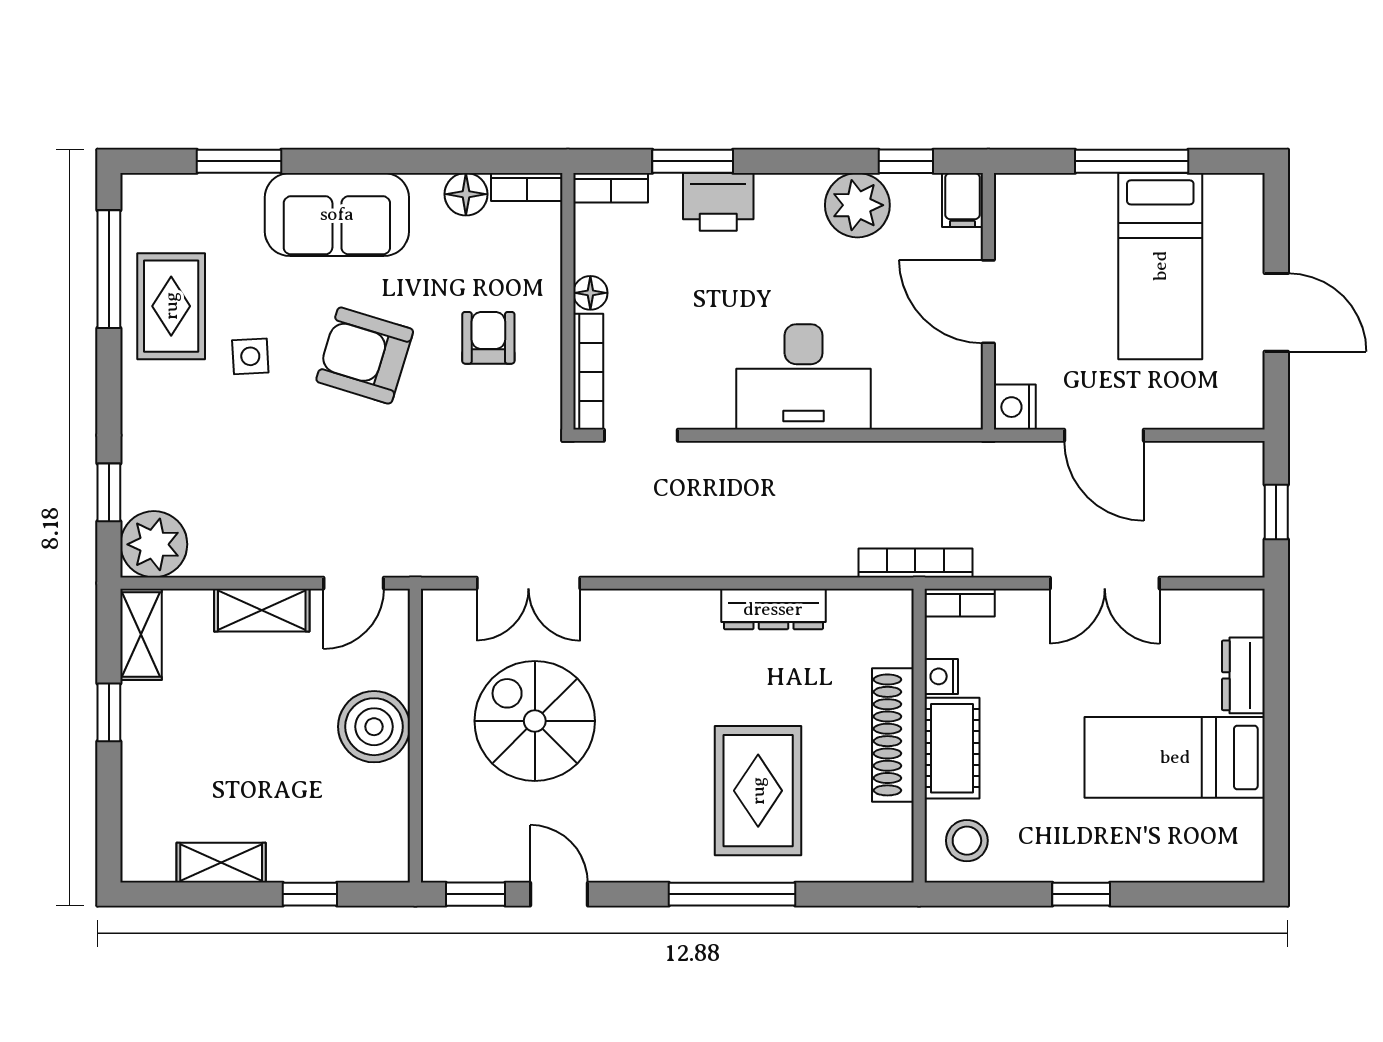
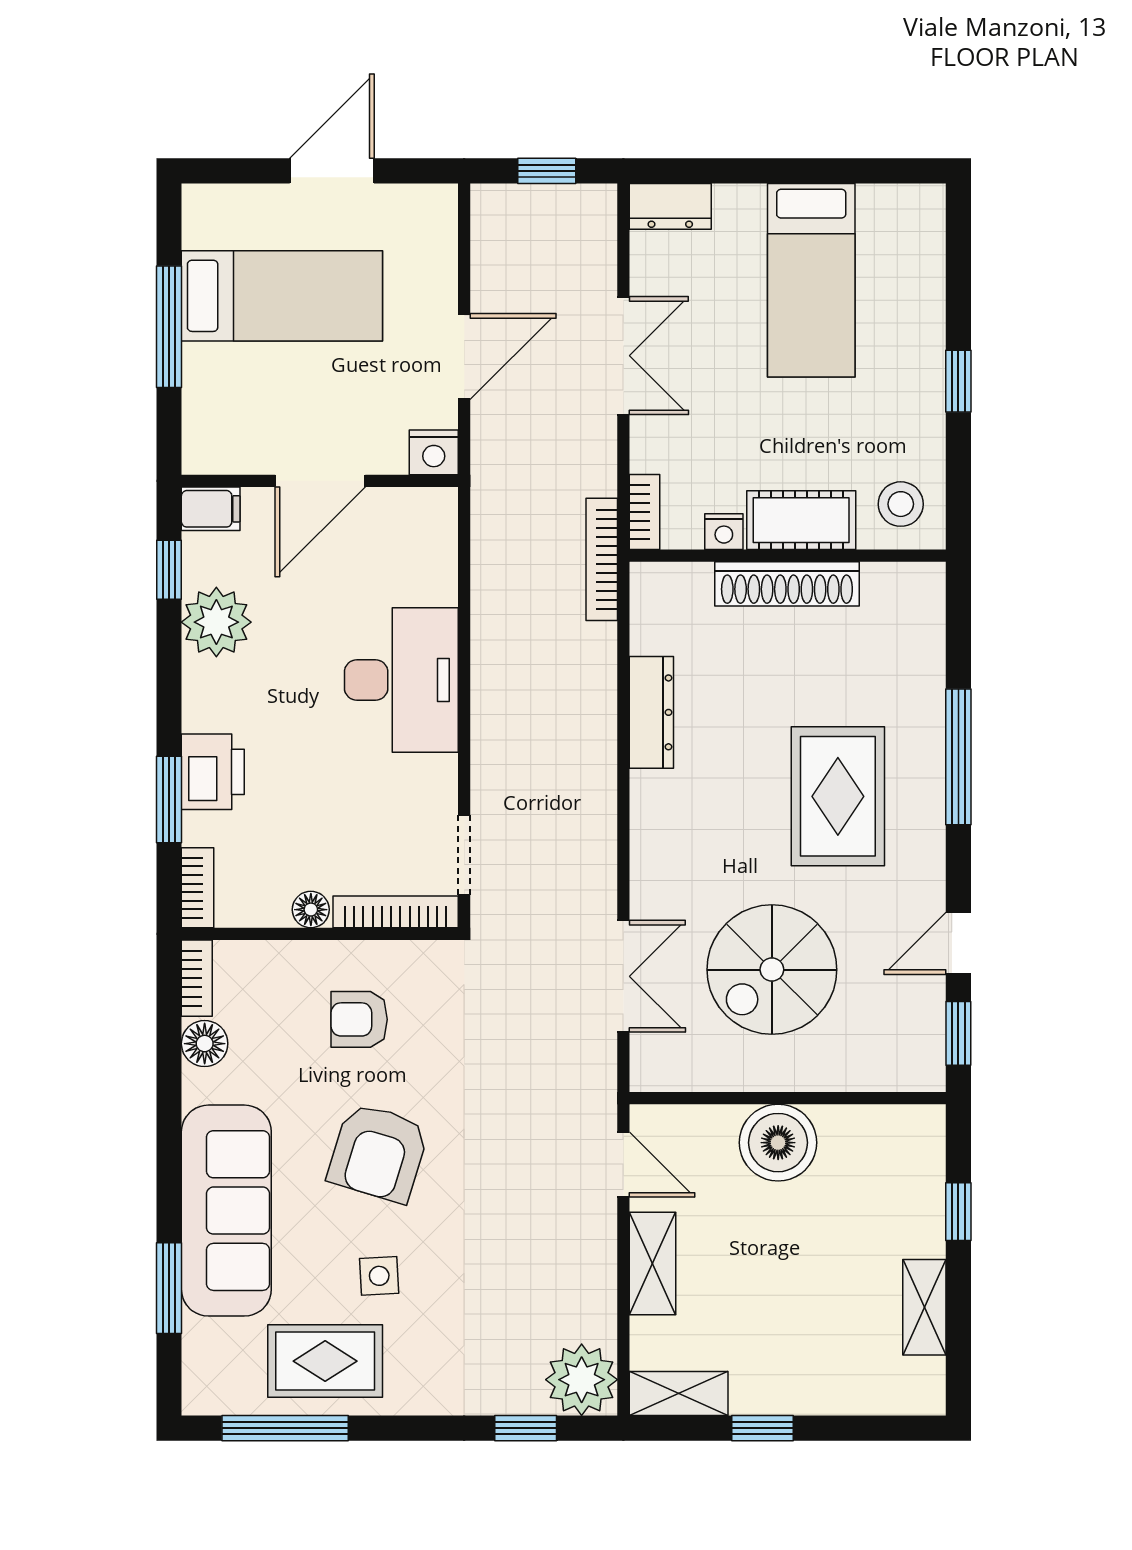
sofa: (337, 214) -> (226, 1211), width x1.36
dresser: (1243, 675) -> (670, 206), moved
rug: (758, 791) -> (838, 796), moved, turned 90

